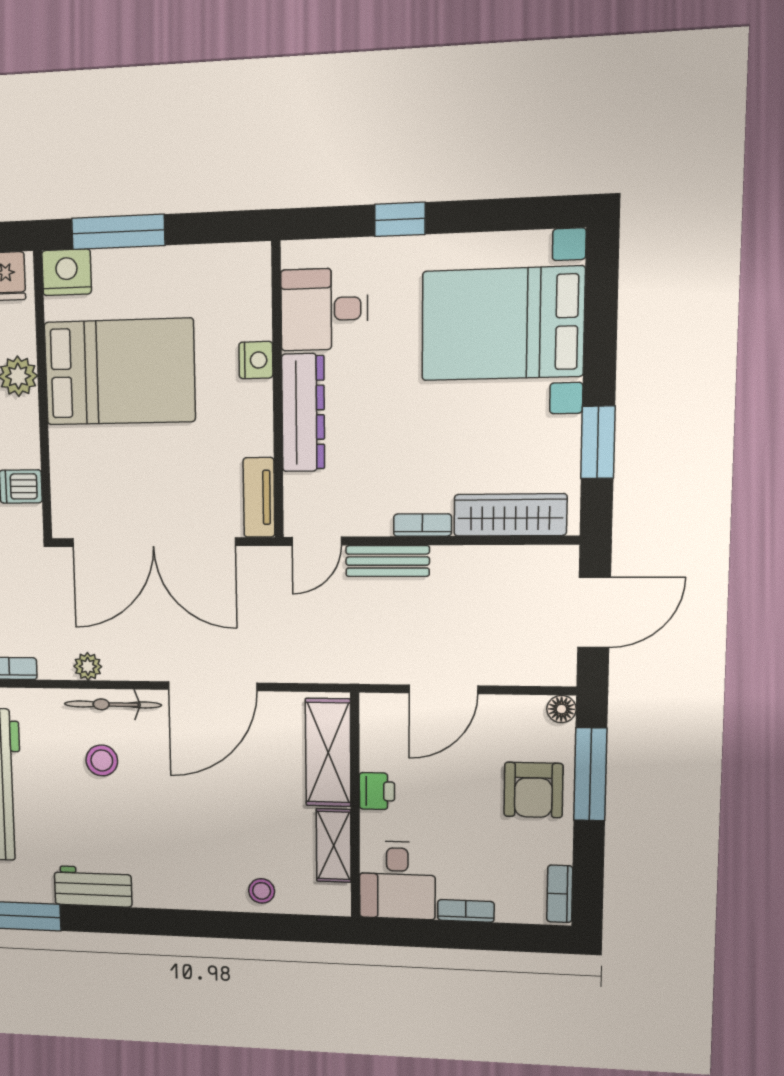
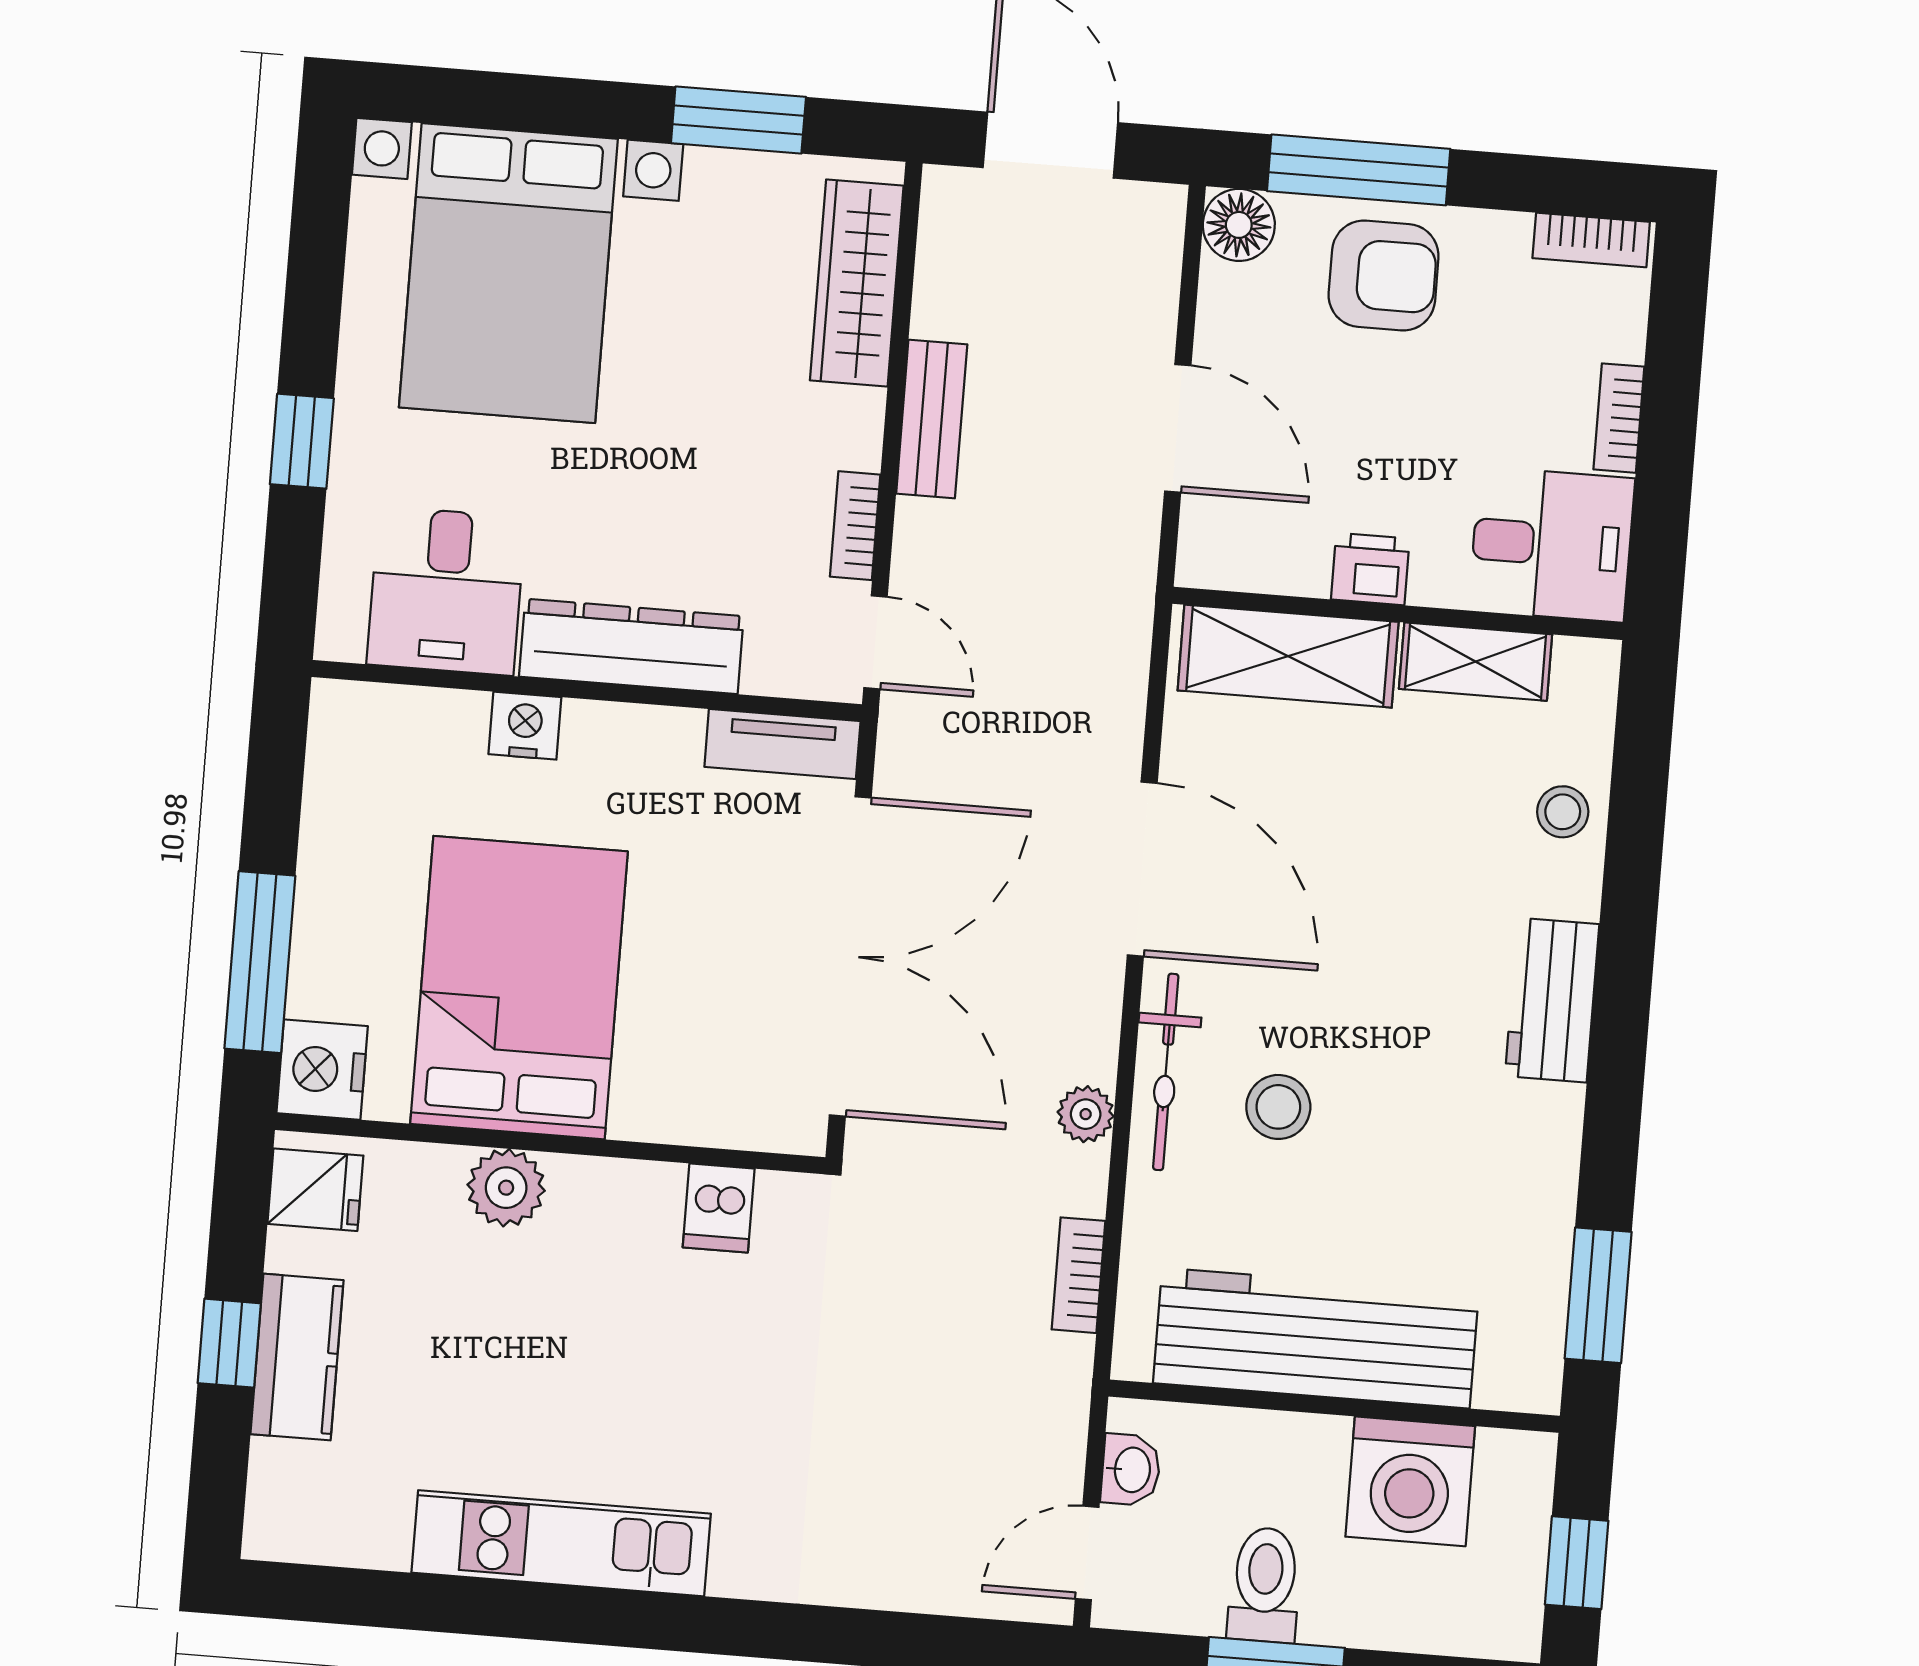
bookcase: (422, 525) -> (855, 526), moved
bench: (388, 561) -> (932, 419), moved
floor lamp: (561, 709) -> (1239, 225), width x1.37, depth x1.37
workbench: (93, 886) -> (1552, 1000), moved

